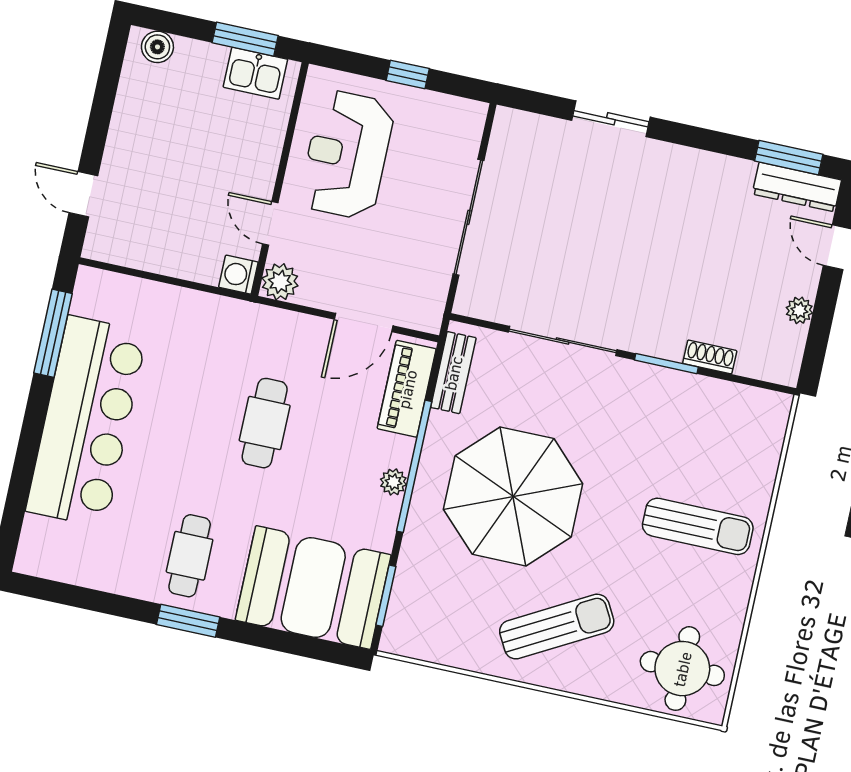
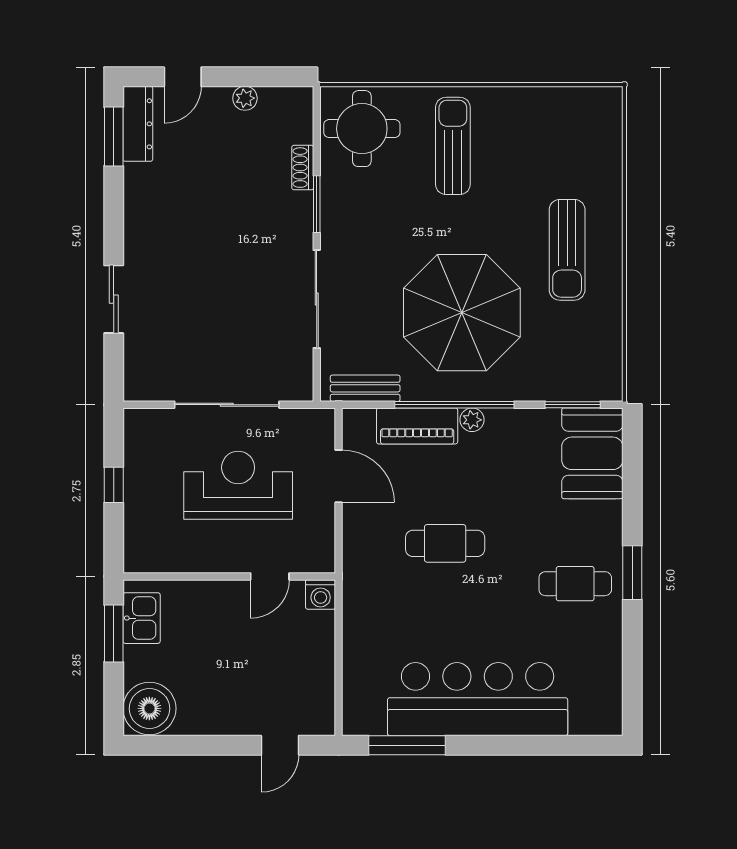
boiler: (157, 47) -> (149, 708), width x1.86, depth x1.86
reception desk: (347, 155) -> (238, 485), moved, turned 180
plant: (280, 282) -> (319, 557), removed
piano: (407, 389) -> (417, 426), moved
booth: (313, 588) -> (592, 453), width x0.73, depth x0.70
sun lounger: (557, 627) -> (567, 250), turned -151
round table: (682, 669) -> (362, 129), moved

